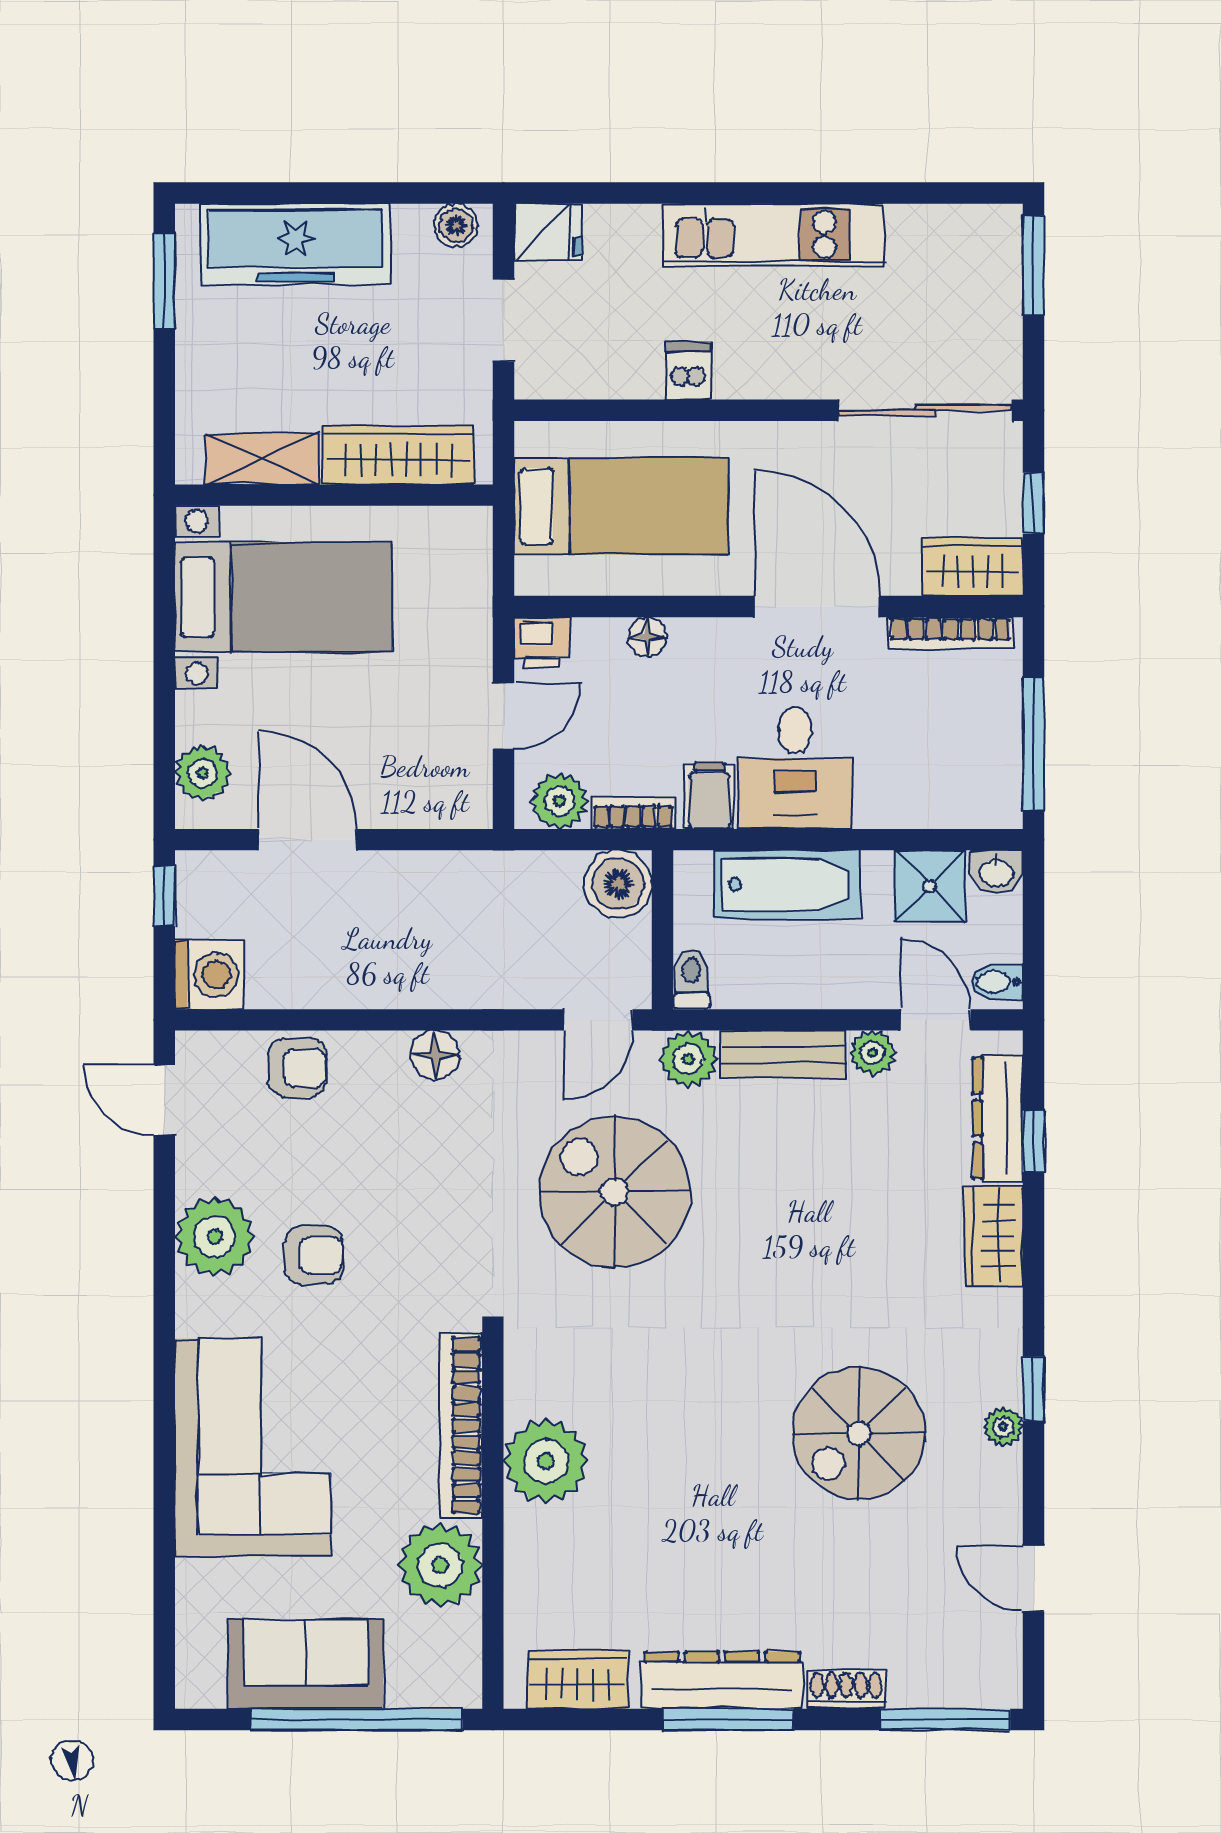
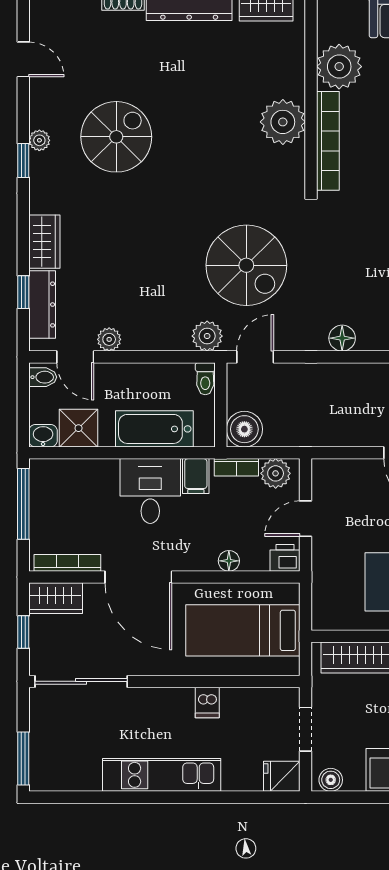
bench: (783, 1054) -> (156, 339), removed

